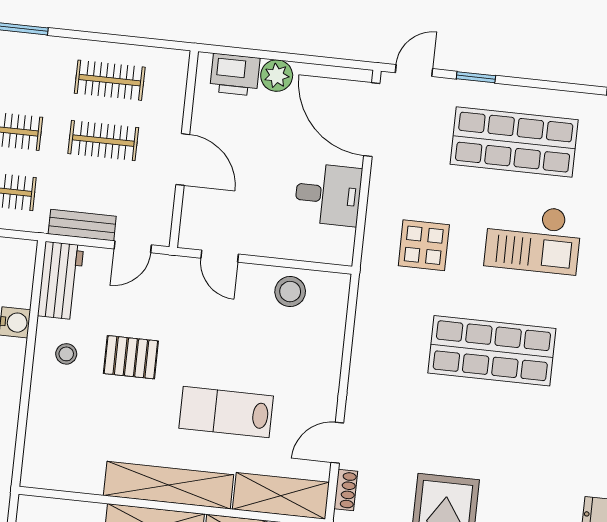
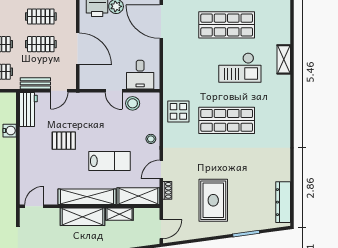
door: (183, 159) -> (78, 49), width x1.36
desk: (328, 195) -> (140, 75), moved, turned 90
display table: (424, 245) -> (178, 111), moved
door: (220, 256) -> (114, 91), moved
stool: (66, 354) -> (151, 139), moved
lab bench: (226, 412) -> (109, 161), turned 180
door: (50, 494) -> (34, 206), added

